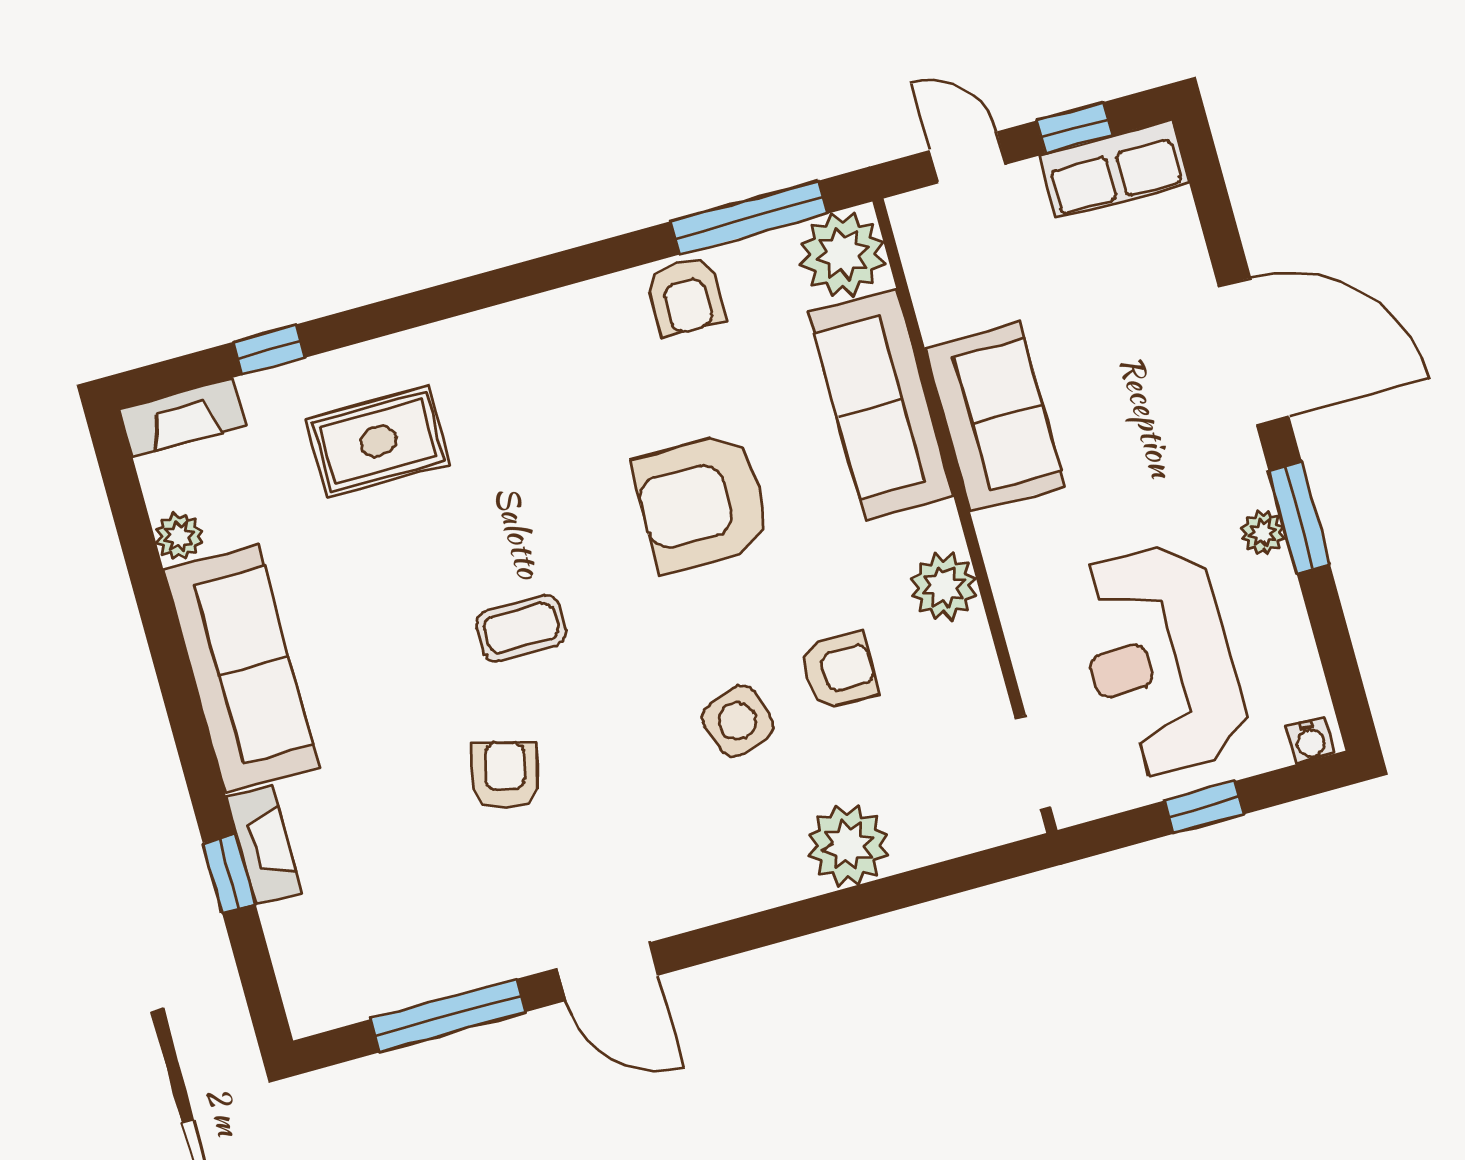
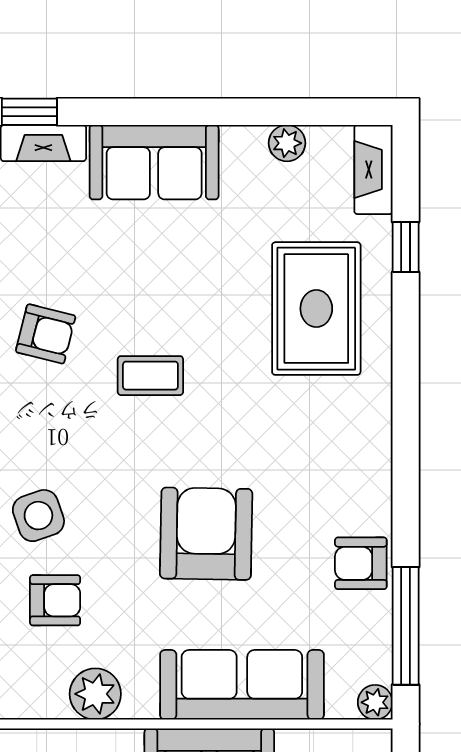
plant: (843, 254) -> (375, 702), width x0.53, depth x0.53
rug: (378, 441) -> (316, 309), width x1.36, depth x1.43
coffee table: (521, 628) -> (150, 376), turned 90
sofa: (241, 668) -> (154, 162), width x0.73
armchair: (839, 670) -> (55, 600), turned -90

